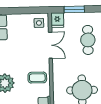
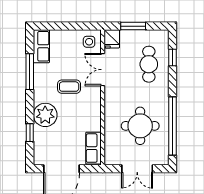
double door: (50, 45) -> (103, 70), swing flipped
coffee table: (37, 78) -> (69, 87), moved

